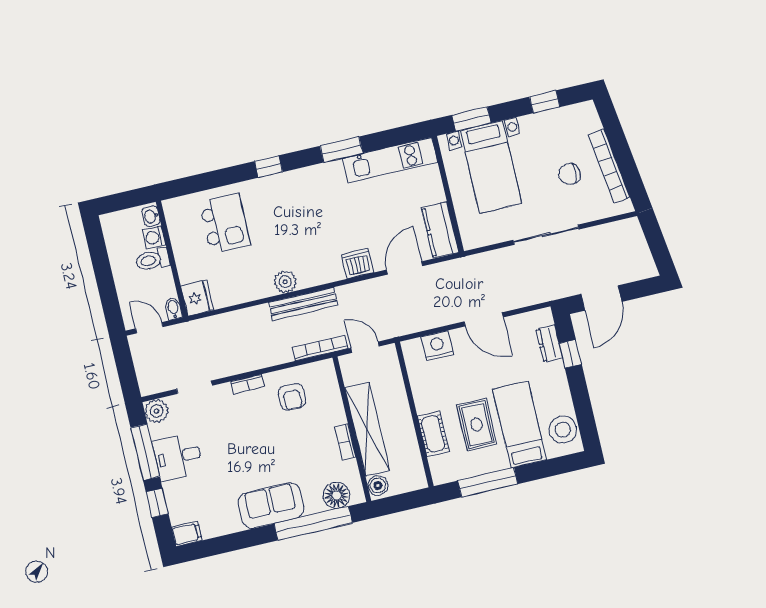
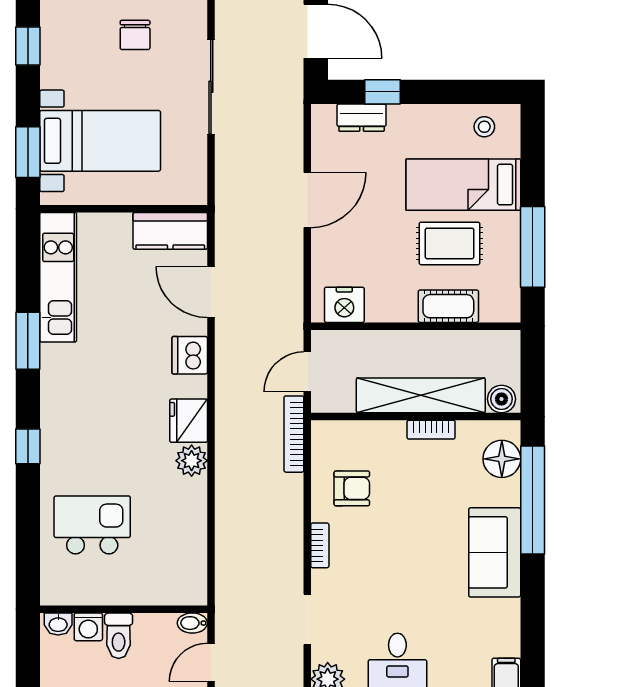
fridge: (197, 298) -> (189, 421), moved, turned -90
bench: (303, 304) -> (228, 443), removed
nightstand: (437, 346) -> (344, 305), moved, turned -90
stool: (563, 430) -> (484, 127), width x0.53, depth x0.53

